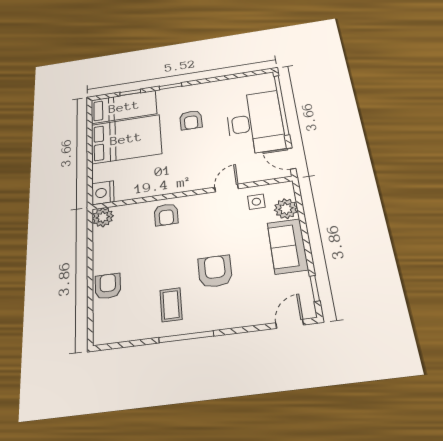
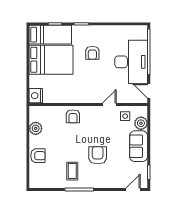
plant: (103, 217) -> (36, 128), moved
armchair: (108, 286) -> (38, 156), turned 90

